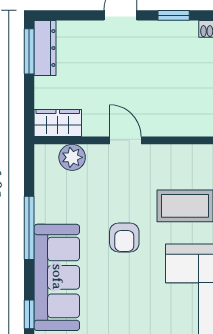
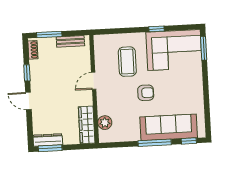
wardrobe: (58, 123) -> (87, 125), width x1.50
door: (125, 140) -> (94, 81), moved
window: (29, 228) -> (155, 143), moved

